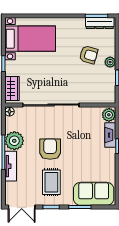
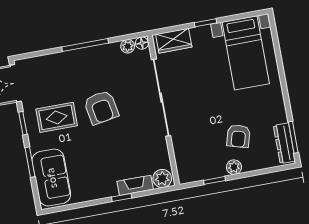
plant: (14, 141) -> (128, 46), moved, width x0.53, depth x0.53
armchair: (50, 149) -> (101, 107), turned 80
tv unit: (11, 166) -> (68, 58), removed

